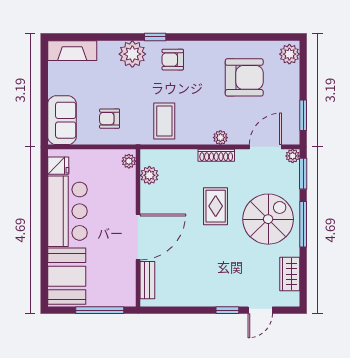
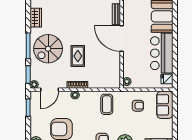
plant: (149, 175) -> (115, 74), removed
door: (138, 237) -> (122, 39), hinge flipped

